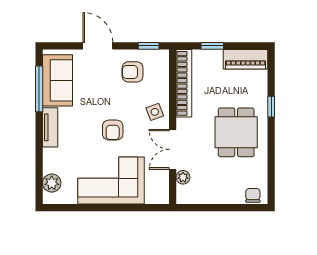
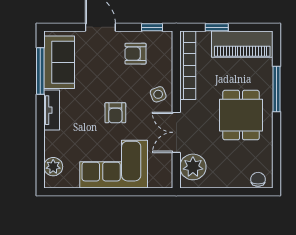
piano: (246, 59) -> (242, 44), width x1.37, depth x1.33
window: (271, 107) -> (277, 89), width x2.17
plant: (183, 177) -> (193, 167), width x1.87, depth x1.87

